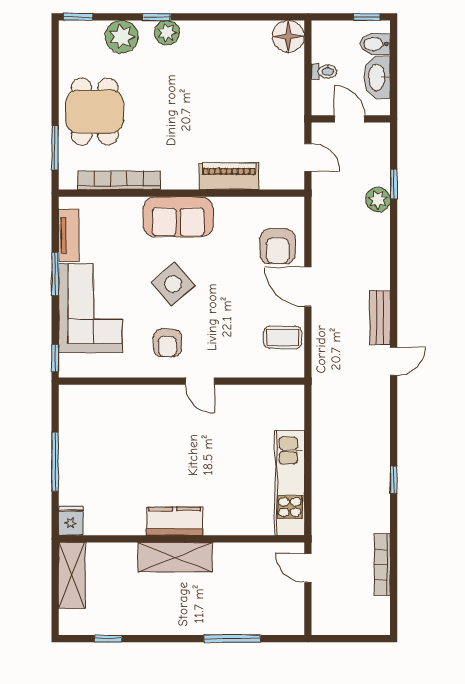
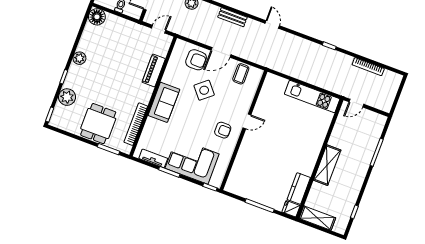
plant: (167, 33) -> (79, 58), moved
dining table: (95, 112) -> (98, 124), turned 90
side table: (173, 284) -> (204, 90), moved
bench: (380, 318) -> (232, 17), moved
kitchen counter: (175, 521) -> (299, 189), moved

